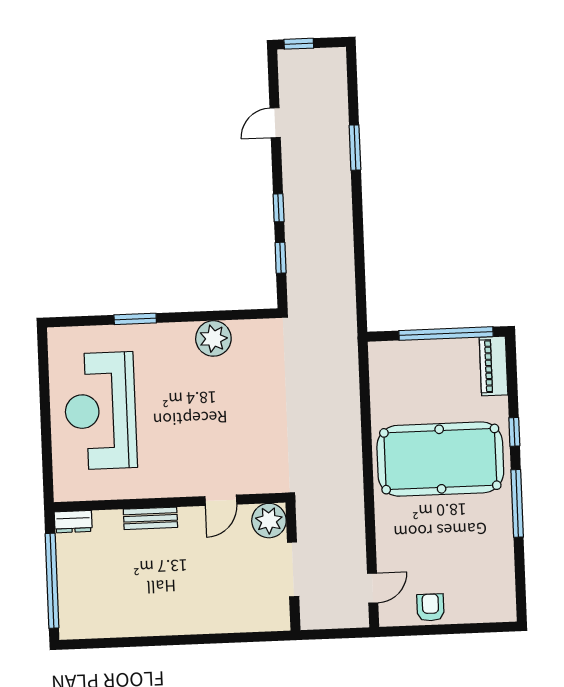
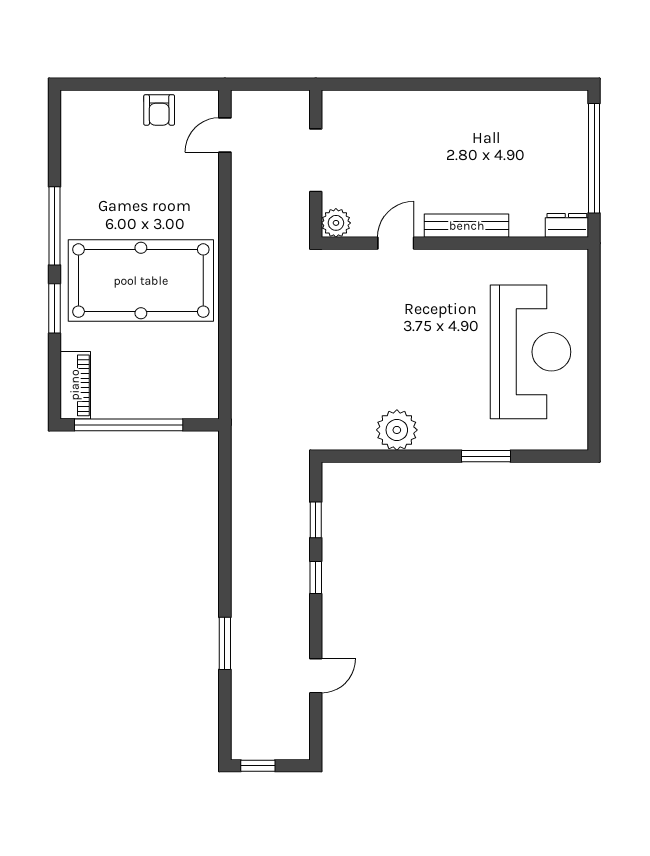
window: (299, 44) -> (258, 766), moved
window: (514, 432) -> (54, 308), width x1.50
bench: (150, 518) -> (467, 226), width x1.36
plant: (269, 521) -> (336, 223), width x0.73, depth x0.73

